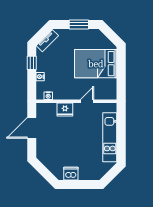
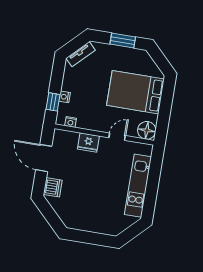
window: (32, 63) -> (53, 102), moved
floor lamp: (110, 92) -> (147, 130), added
door: (32, 128) -> (44, 158), hinge flipped
dishwasher: (71, 174) -> (53, 187), moved, turned 90

